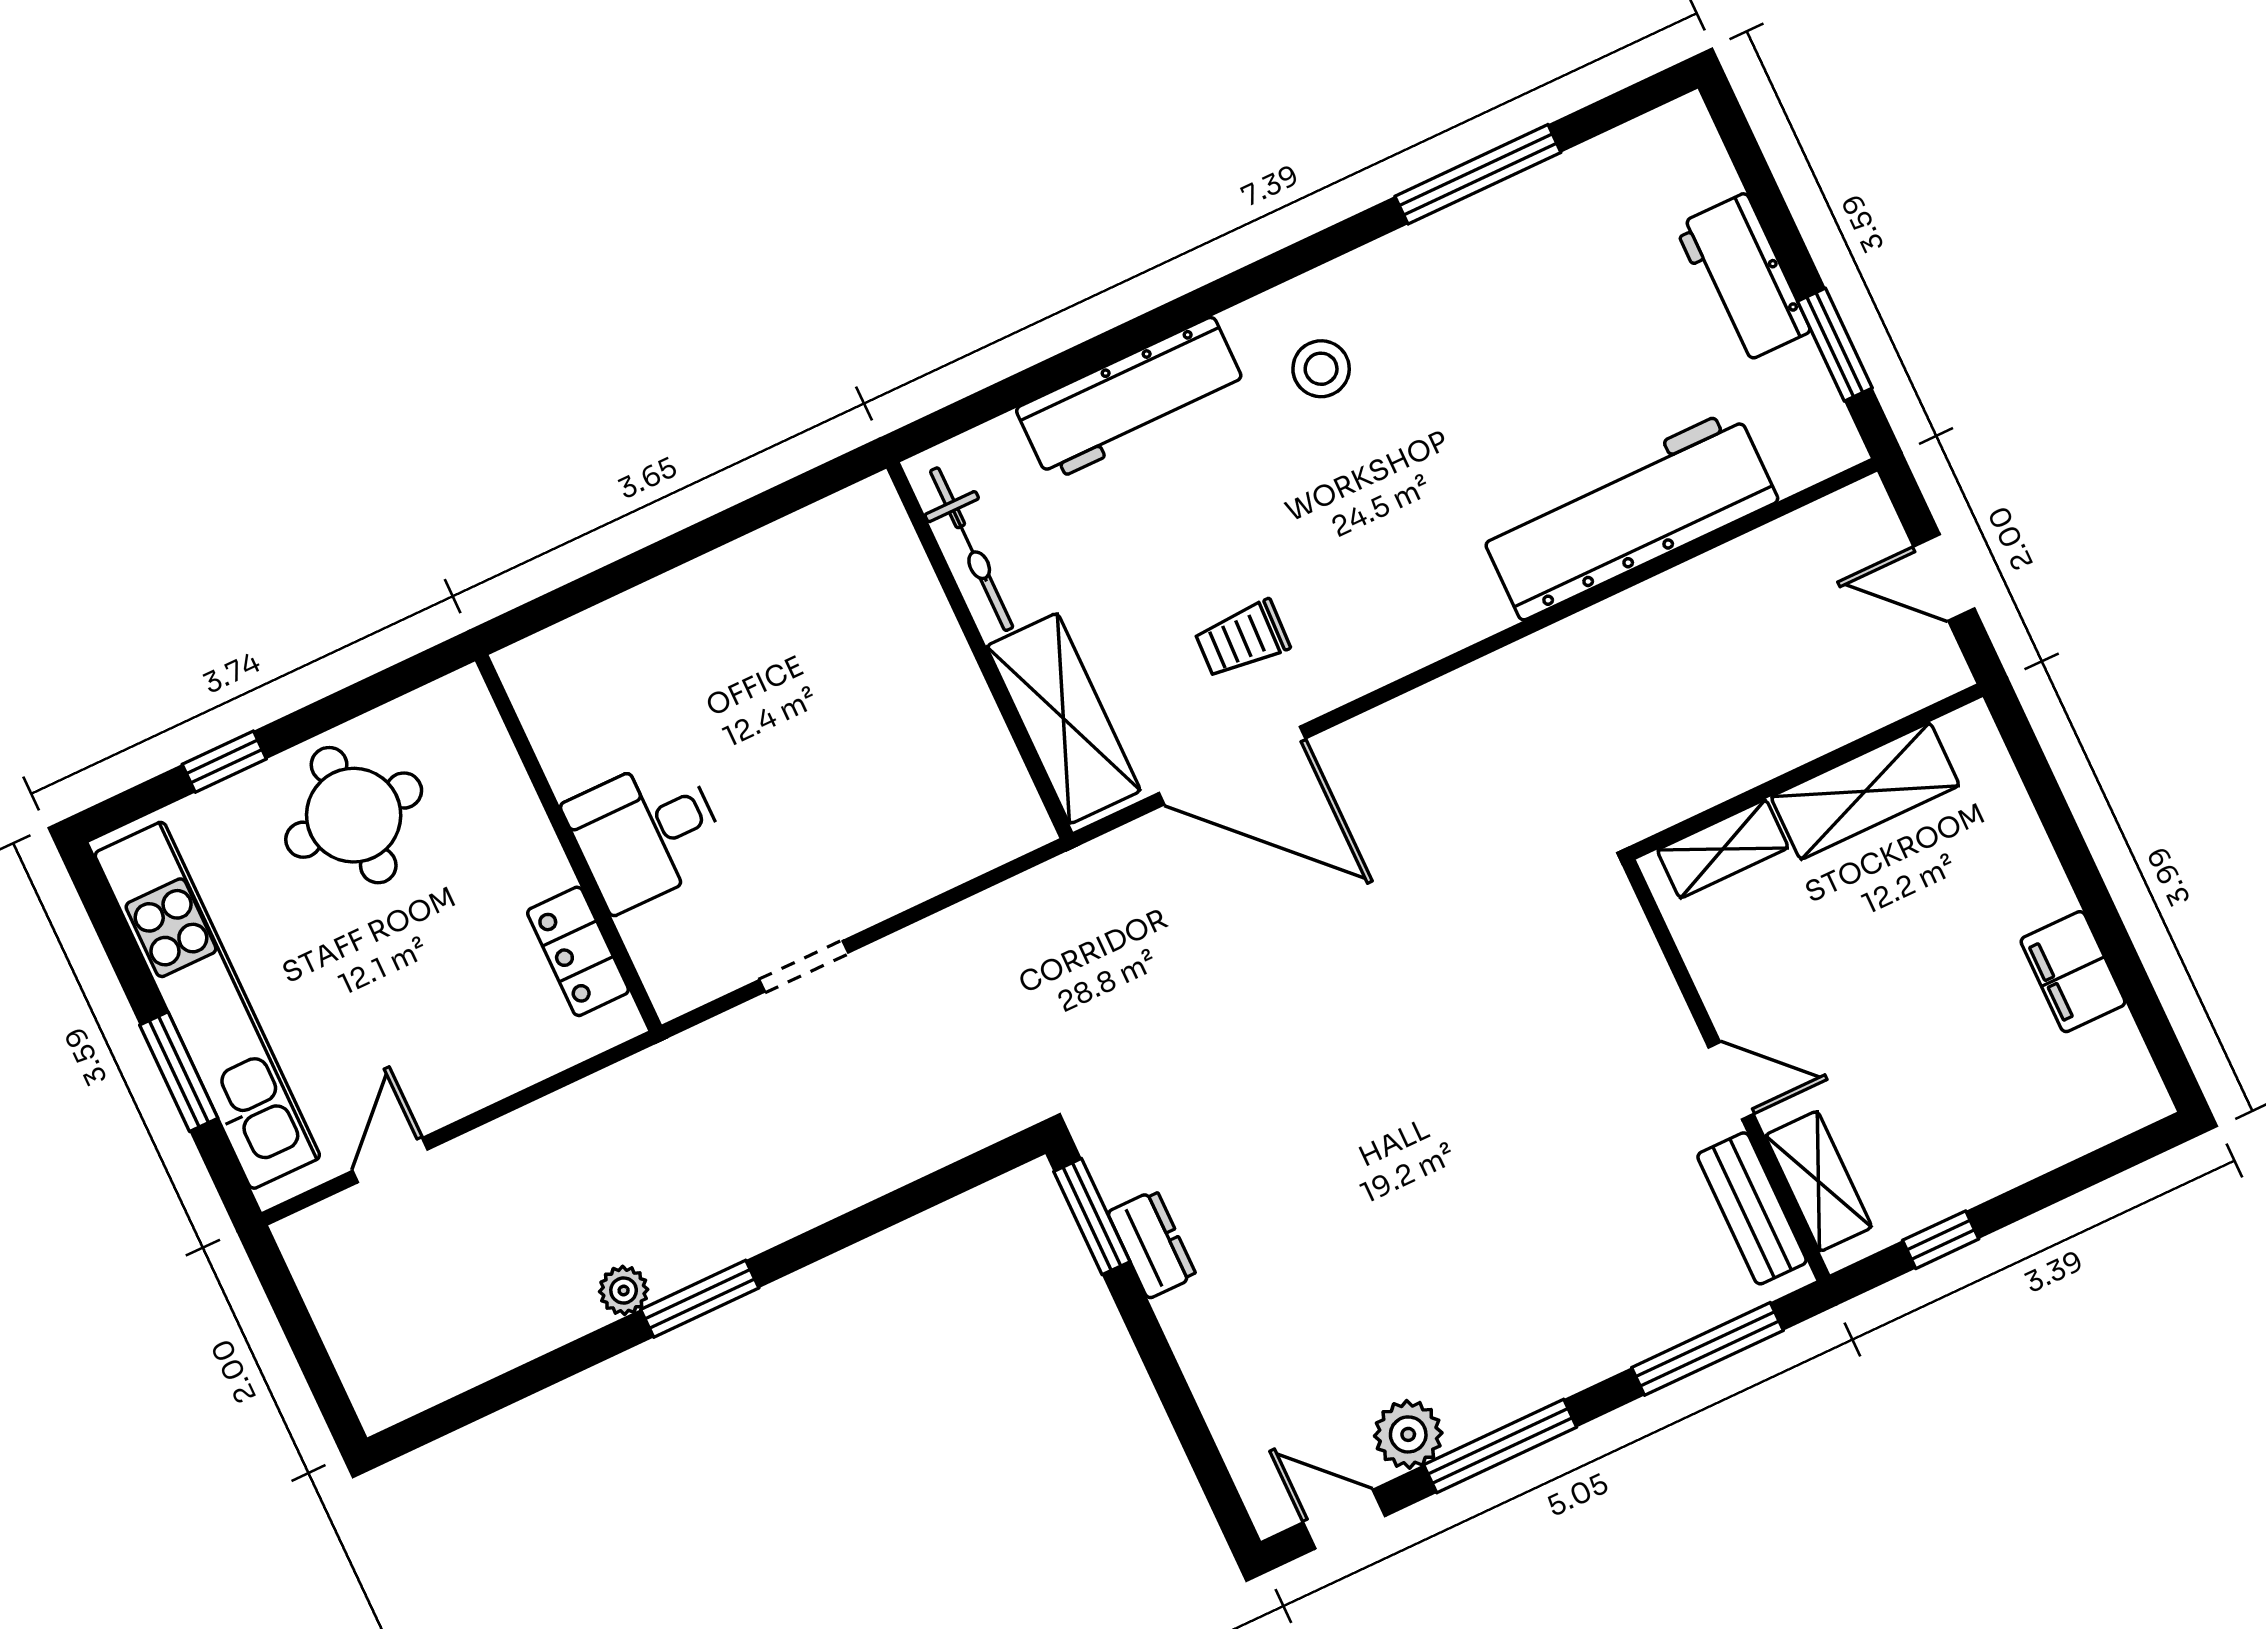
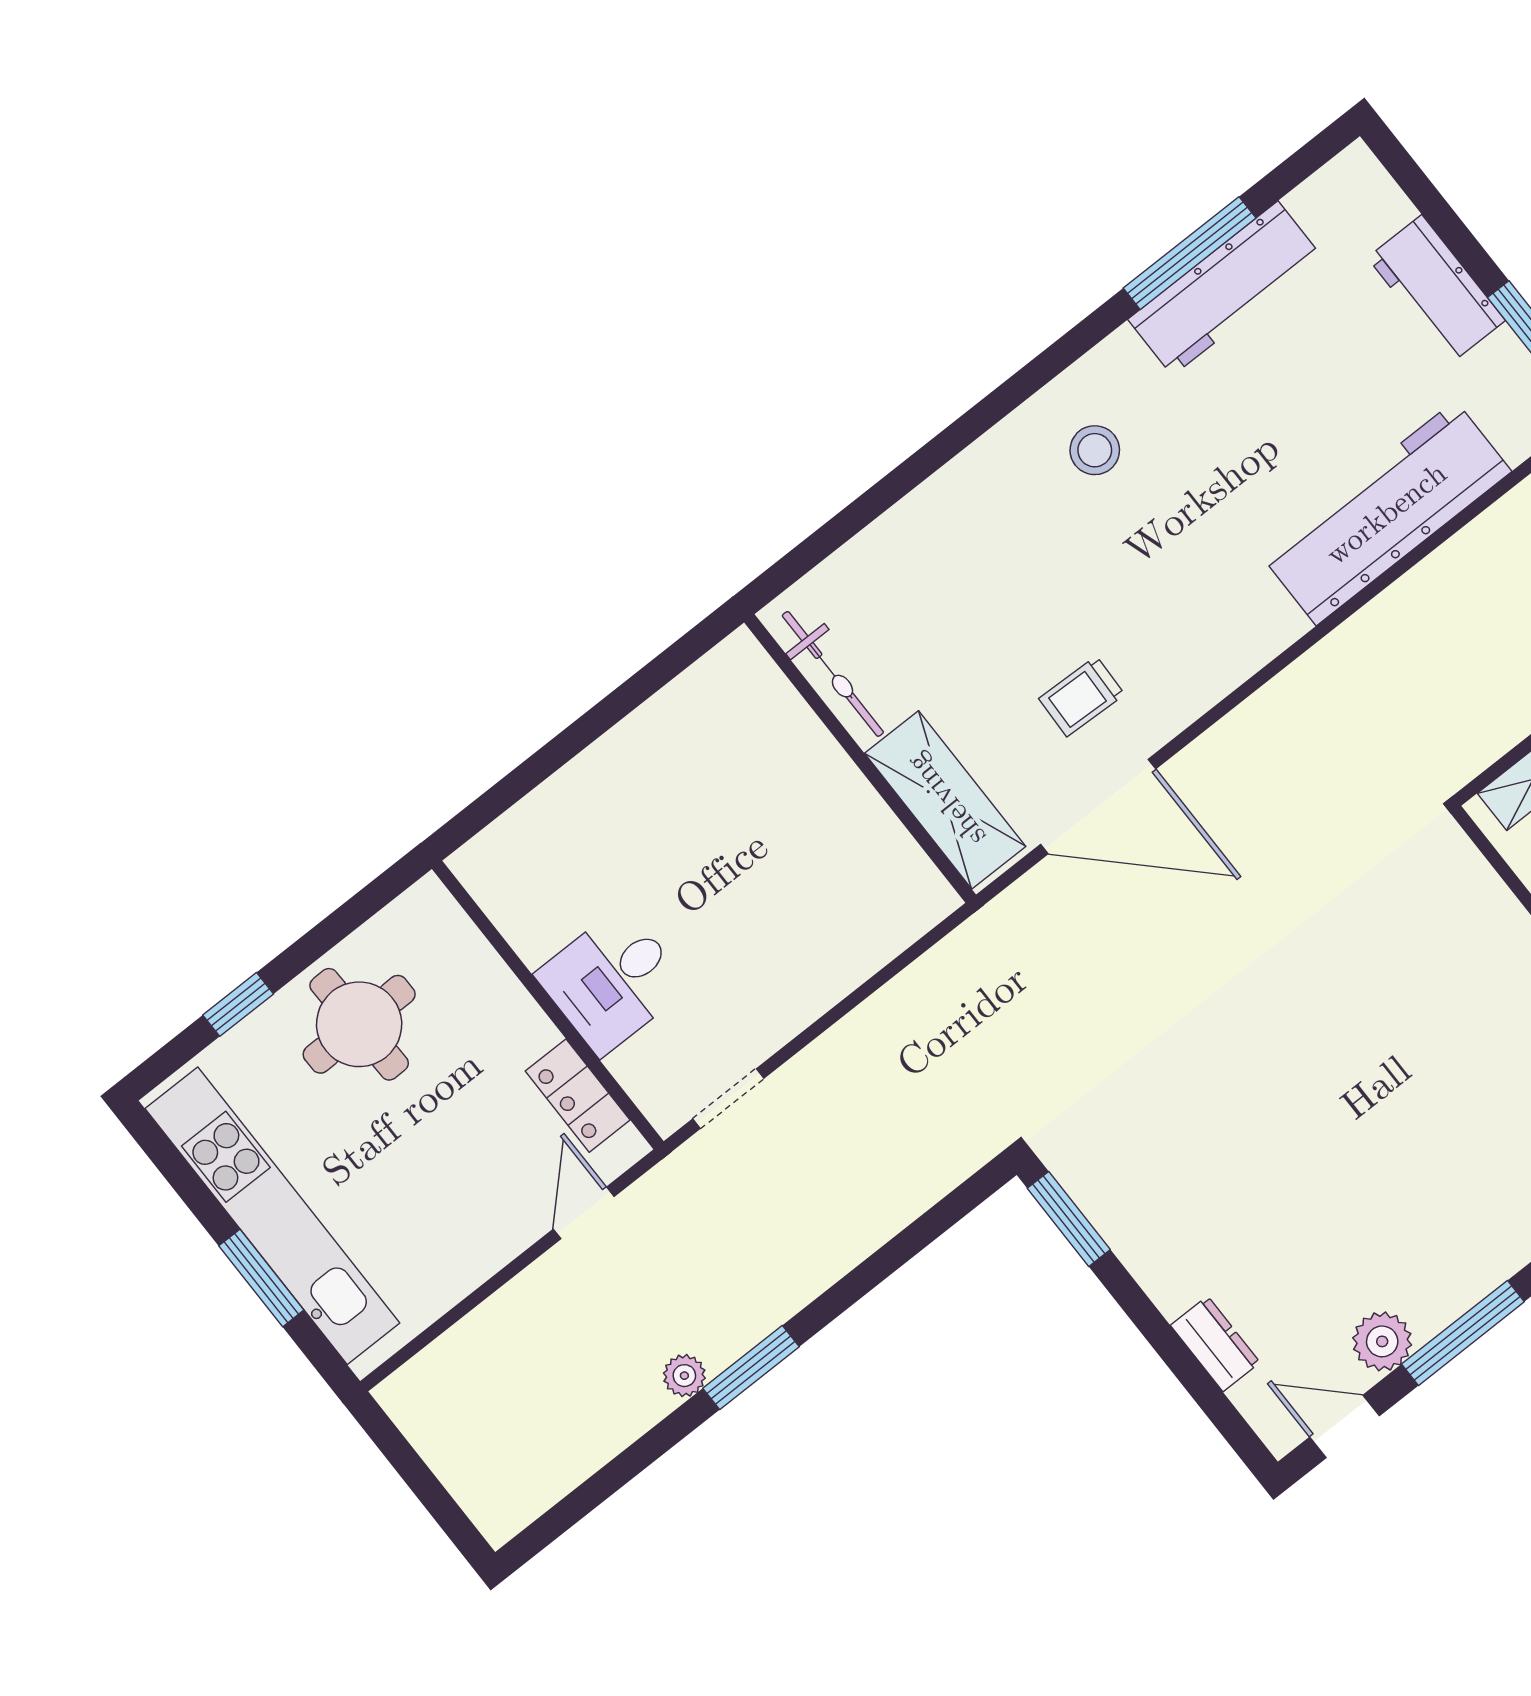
workbench: (1132, 399) -> (1225, 288), moved
doorway: (804, 966) -> (728, 1099), moved
door: (390, 1160) -> (584, 1213), moved
dresser: (1152, 1244) -> (1215, 1344), moved

